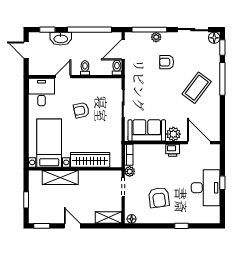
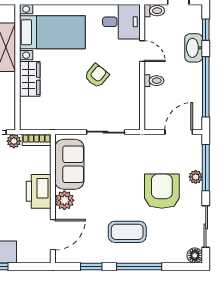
window: (222, 47) -> (91, 266), moved
door: (123, 50) -> (179, 132), hinge flipped
armchair: (167, 62) -> (162, 191), width x1.88, depth x1.88
toilet: (117, 68) -> (154, 11), moved
coffee table: (197, 88) -> (127, 232), turned -37
armchair: (81, 110) -> (97, 76), turned 51
printer: (173, 150) -> (39, 191), width x1.87, depth x1.48
wardrobe: (90, 160) -> (30, 79), width x0.67

